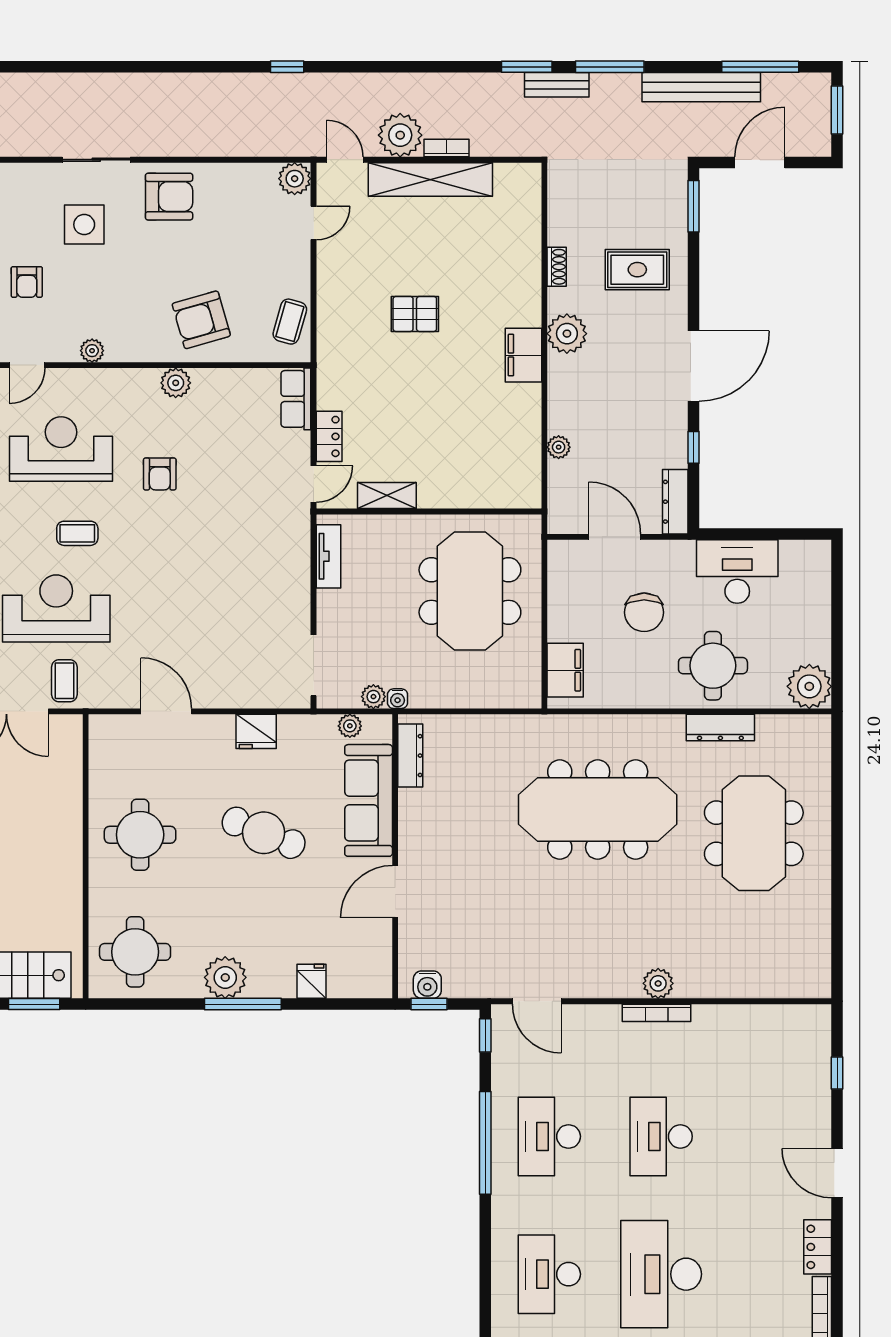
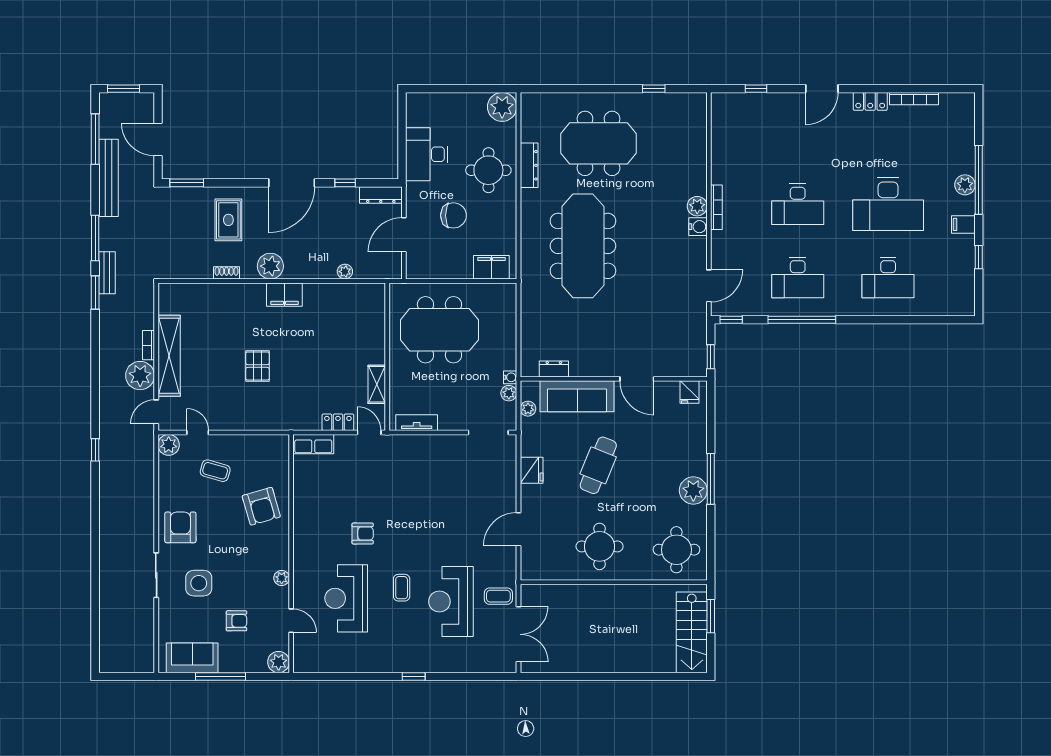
coffee table: (290, 322) -> (215, 471), moved
door: (694, 366) -> (292, 183), swing flipped
plant: (176, 383) -> (303, 523), removed
dresser: (410, 756) -> (554, 369), width x0.70
window: (837, 917) -> (654, 89), added
fridge: (311, 981) -> (690, 392), moved, turned -90
water cooler: (427, 985) -> (698, 227), moved

